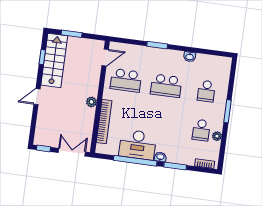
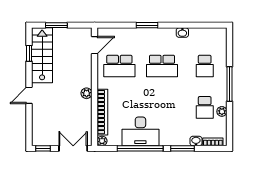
window: (228, 111) -> (229, 84), width x1.44
plant: (100, 149) -> (102, 141), added
washbasin: (160, 157) -> (196, 141), moved

